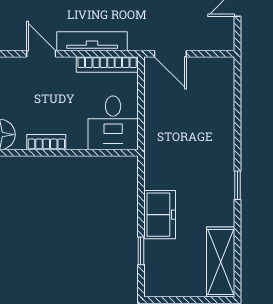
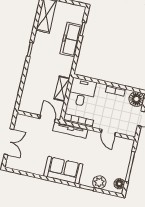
tv unit: (92, 41) -> (70, 130), moved
shelving: (155, 121) -> (62, 89), added
freezer: (160, 215) -> (71, 40), width x1.40

